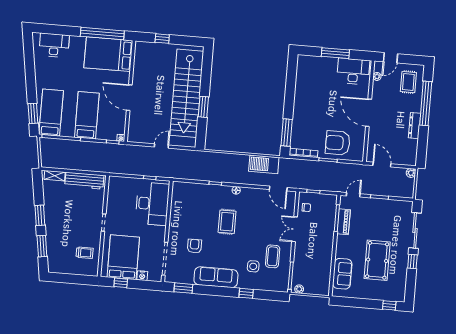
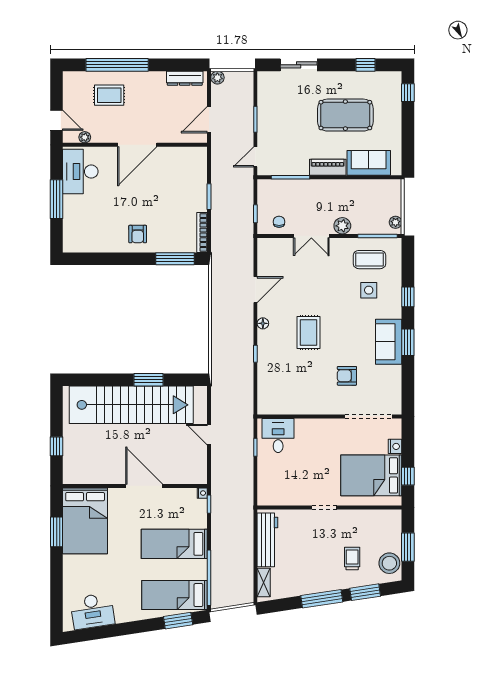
window: (102, 34) -> (57, 532), width x0.47
desk: (54, 45) -> (92, 611), moved, turned -99
rug: (408, 82) -> (109, 95), moved
door: (129, 98) -> (144, 486), swing flipped
dresser: (414, 126) -> (185, 78), moved
armchair: (338, 143) -> (138, 234), moved, width x0.53, depth x0.53
barbecue: (264, 164) -> (223, 287), removed
door: (278, 189) -> (255, 290), moved
door: (353, 195) -> (255, 157), hinge flipped
desk: (152, 204) -> (278, 436), width x0.53, depth x0.77
window: (40, 215) -> (322, 599), width x1.44
rug: (227, 222) -> (309, 333), turned 90
piano: (344, 222) -> (328, 167), moved
sliding door: (415, 231) -> (299, 65), width x0.73
plant: (300, 252) -> (342, 226), added
trolley: (85, 253) -> (352, 559), moved
coffee table: (273, 256) -> (370, 260), moved
window: (412, 261) -> (366, 65), moved
stool: (61, 265) -> (389, 563), added
sofa: (216, 277) -> (389, 342), width x0.73
window: (71, 279) -> (408, 547), added
window: (183, 288) -> (408, 342), moved

